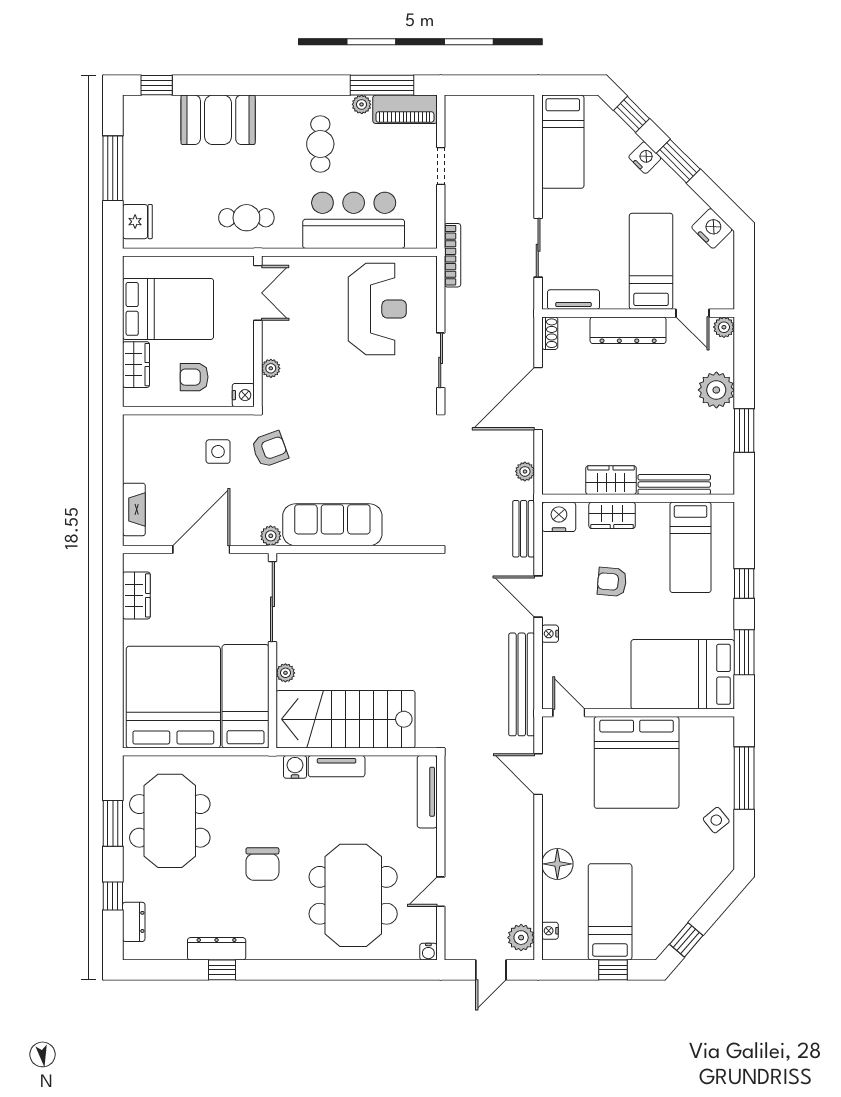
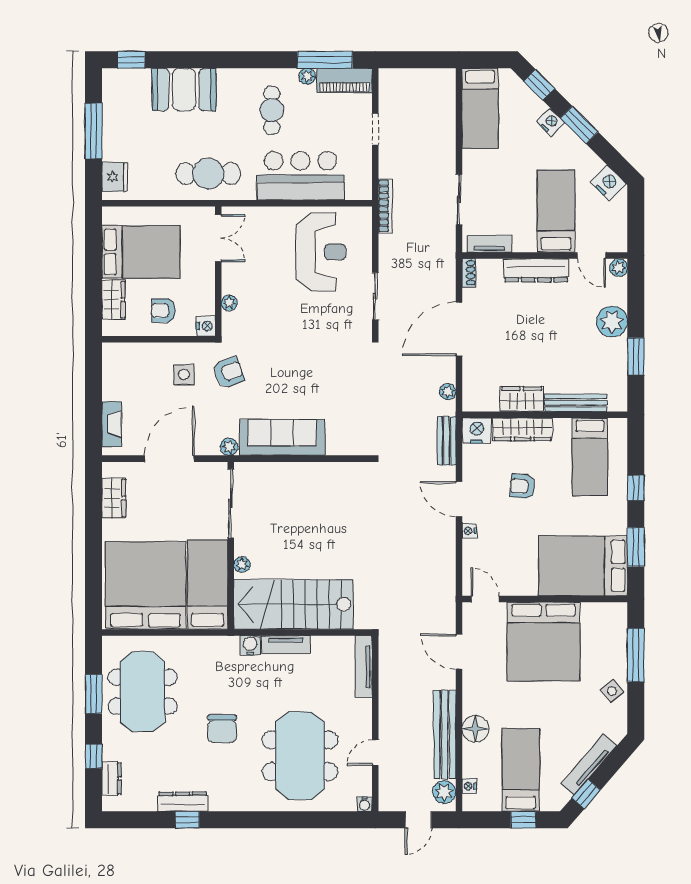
cafe table: (246, 218) -> (208, 174), width x1.37, depth x1.35
wardrobe: (612, 515) -> (522, 429), width x1.50
bench: (522, 684) -> (445, 735), moved
tv unit: (689, 906) -> (589, 765), added

